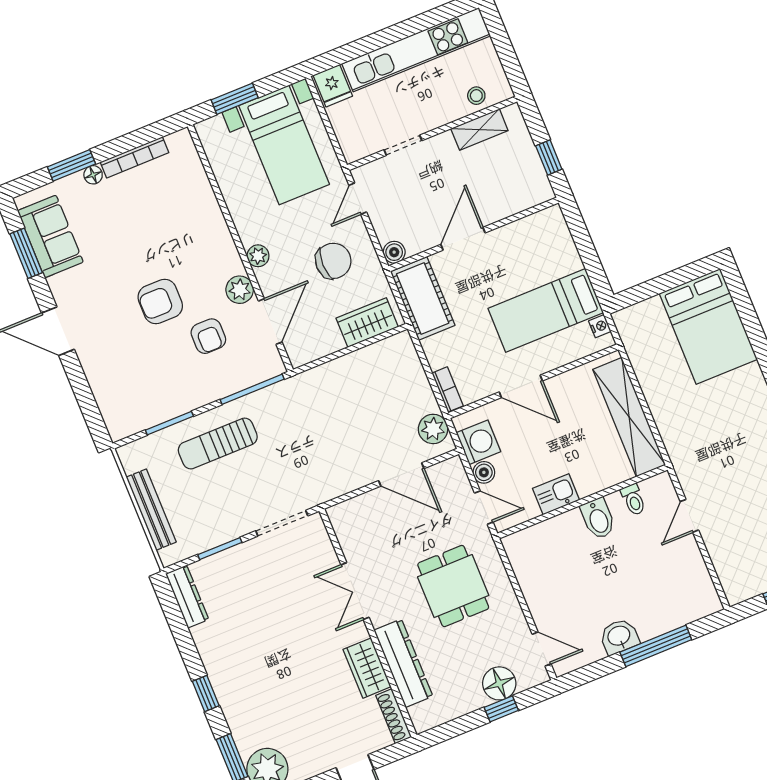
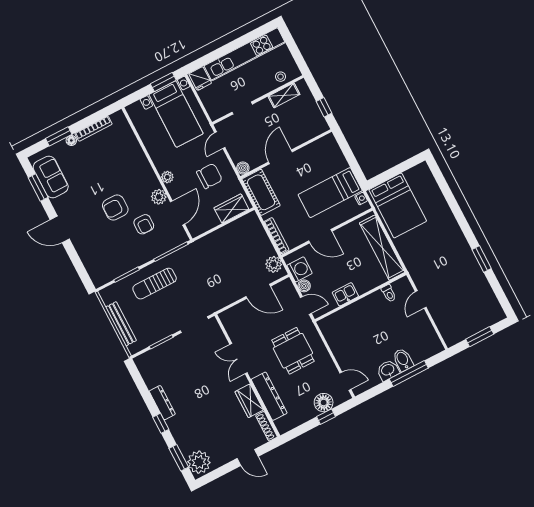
window: (235, 99) -> (163, 82), moved
bed: (708, 326) -> (398, 205), moved
bookcase: (447, 389) -> (277, 236), width x1.56
bidet: (598, 519) -> (403, 360), moved, turned 180
dresser: (187, 597) -> (162, 403), moved

